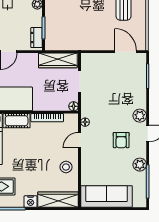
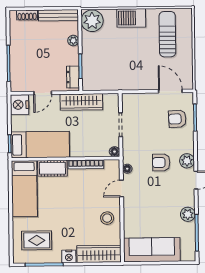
wardrobe: (58, 60) -> (81, 102), moved
armchair: (131, 77) -> (177, 119), added
armchair: (121, 140) -> (161, 162), moved, turned 90

